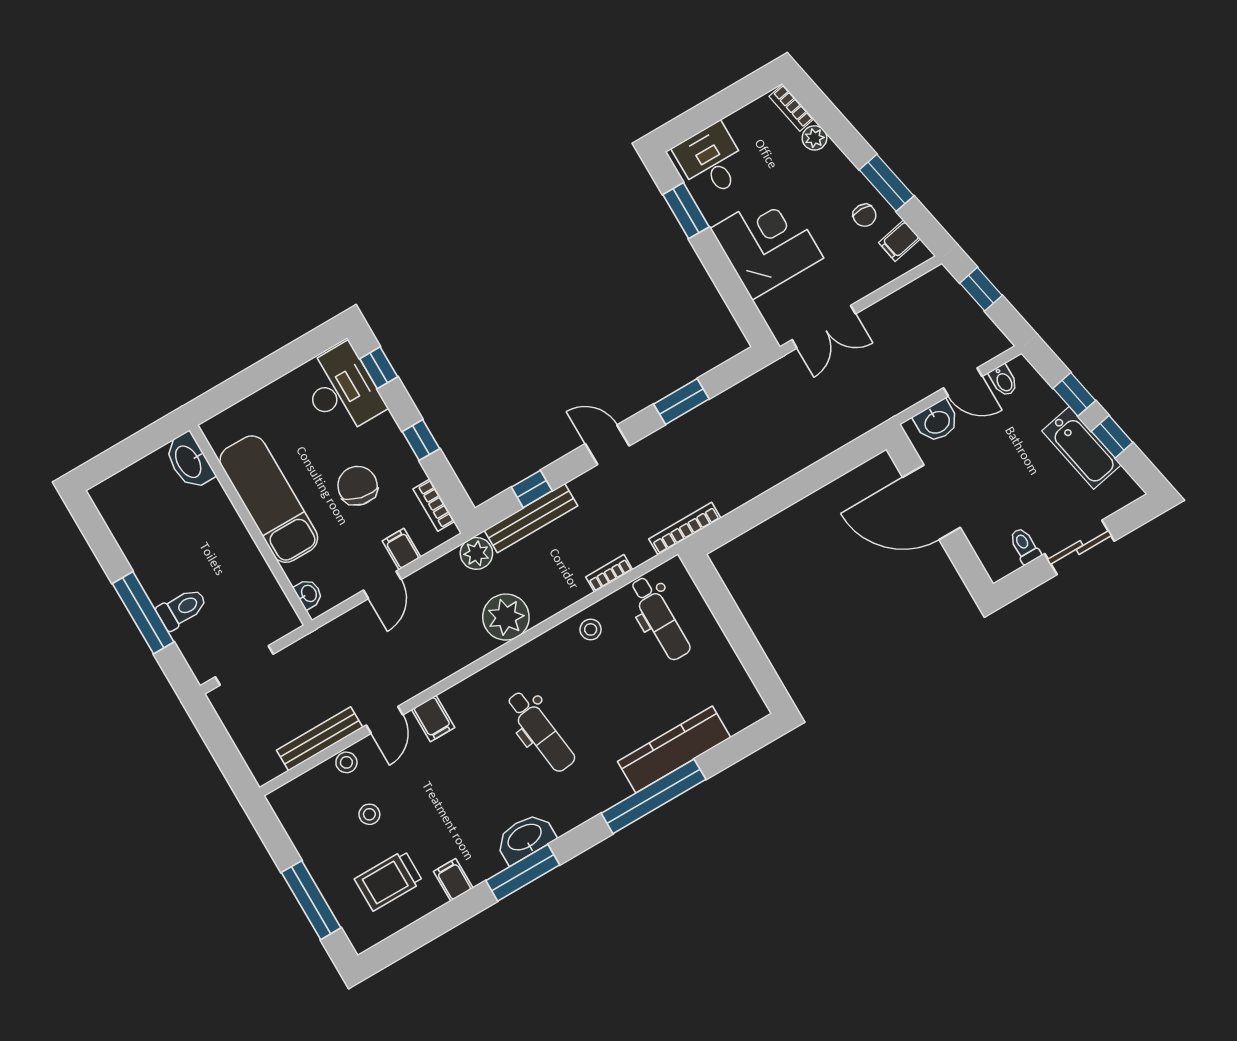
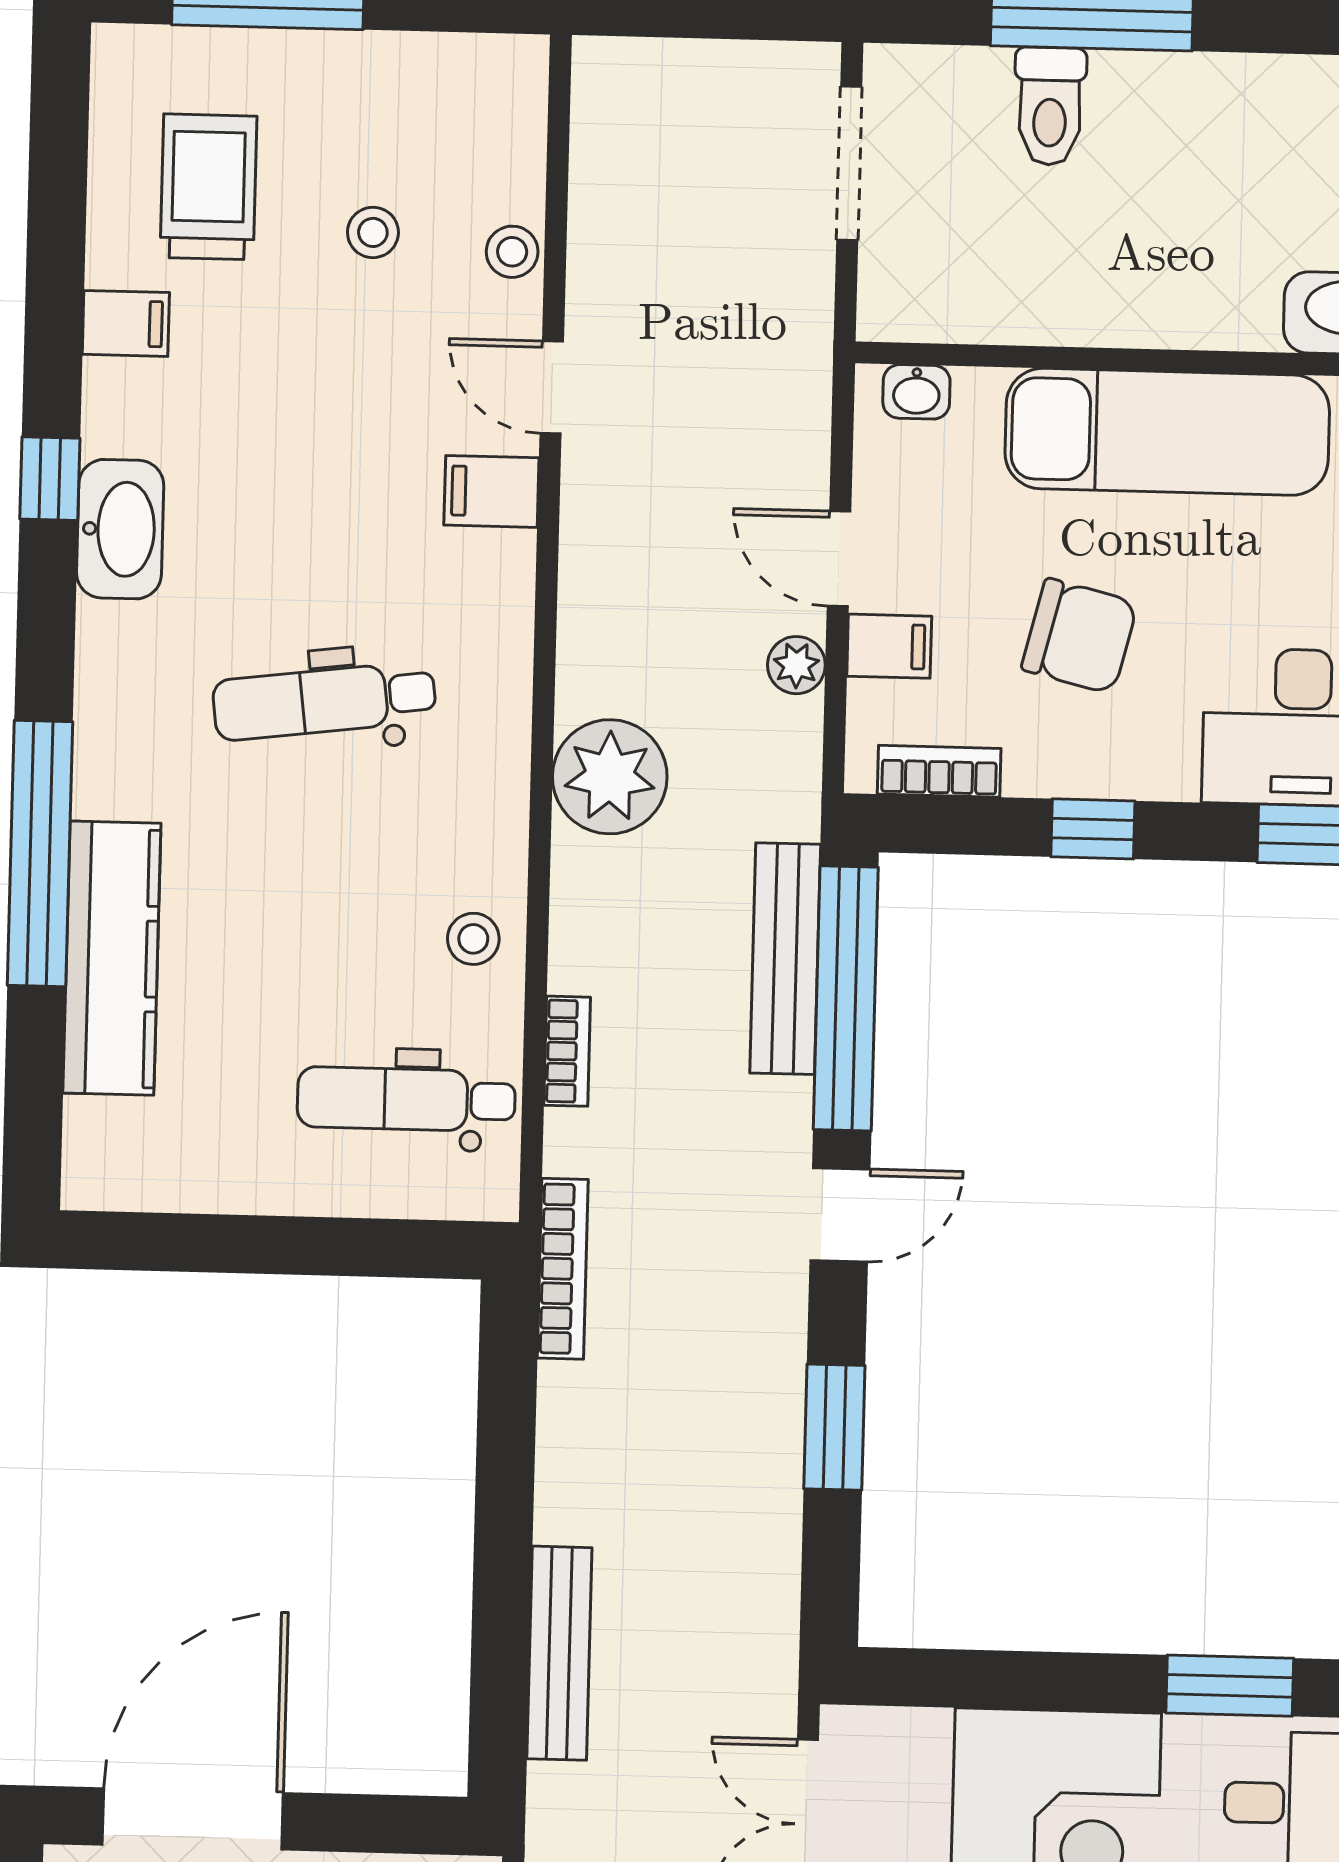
window: (532, 489) -> (846, 998), width x3.17
door: (931, 502) -> (193, 1819), moved
plant: (476, 553) -> (796, 665), moved, width x0.73, depth x0.73
bench: (320, 739) -> (559, 1653), moved
window: (523, 873) -> (50, 479), width x0.46

